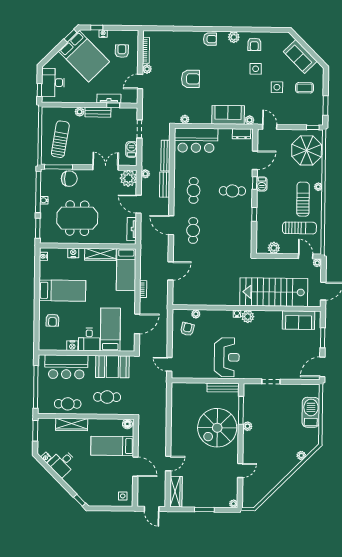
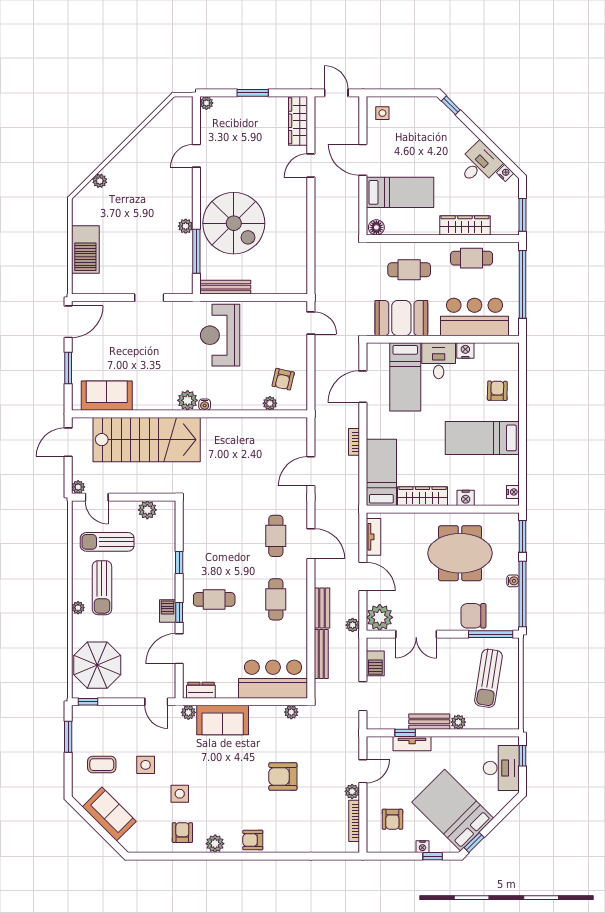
spiral stairs: (217, 428) -> (234, 223), turned 90

